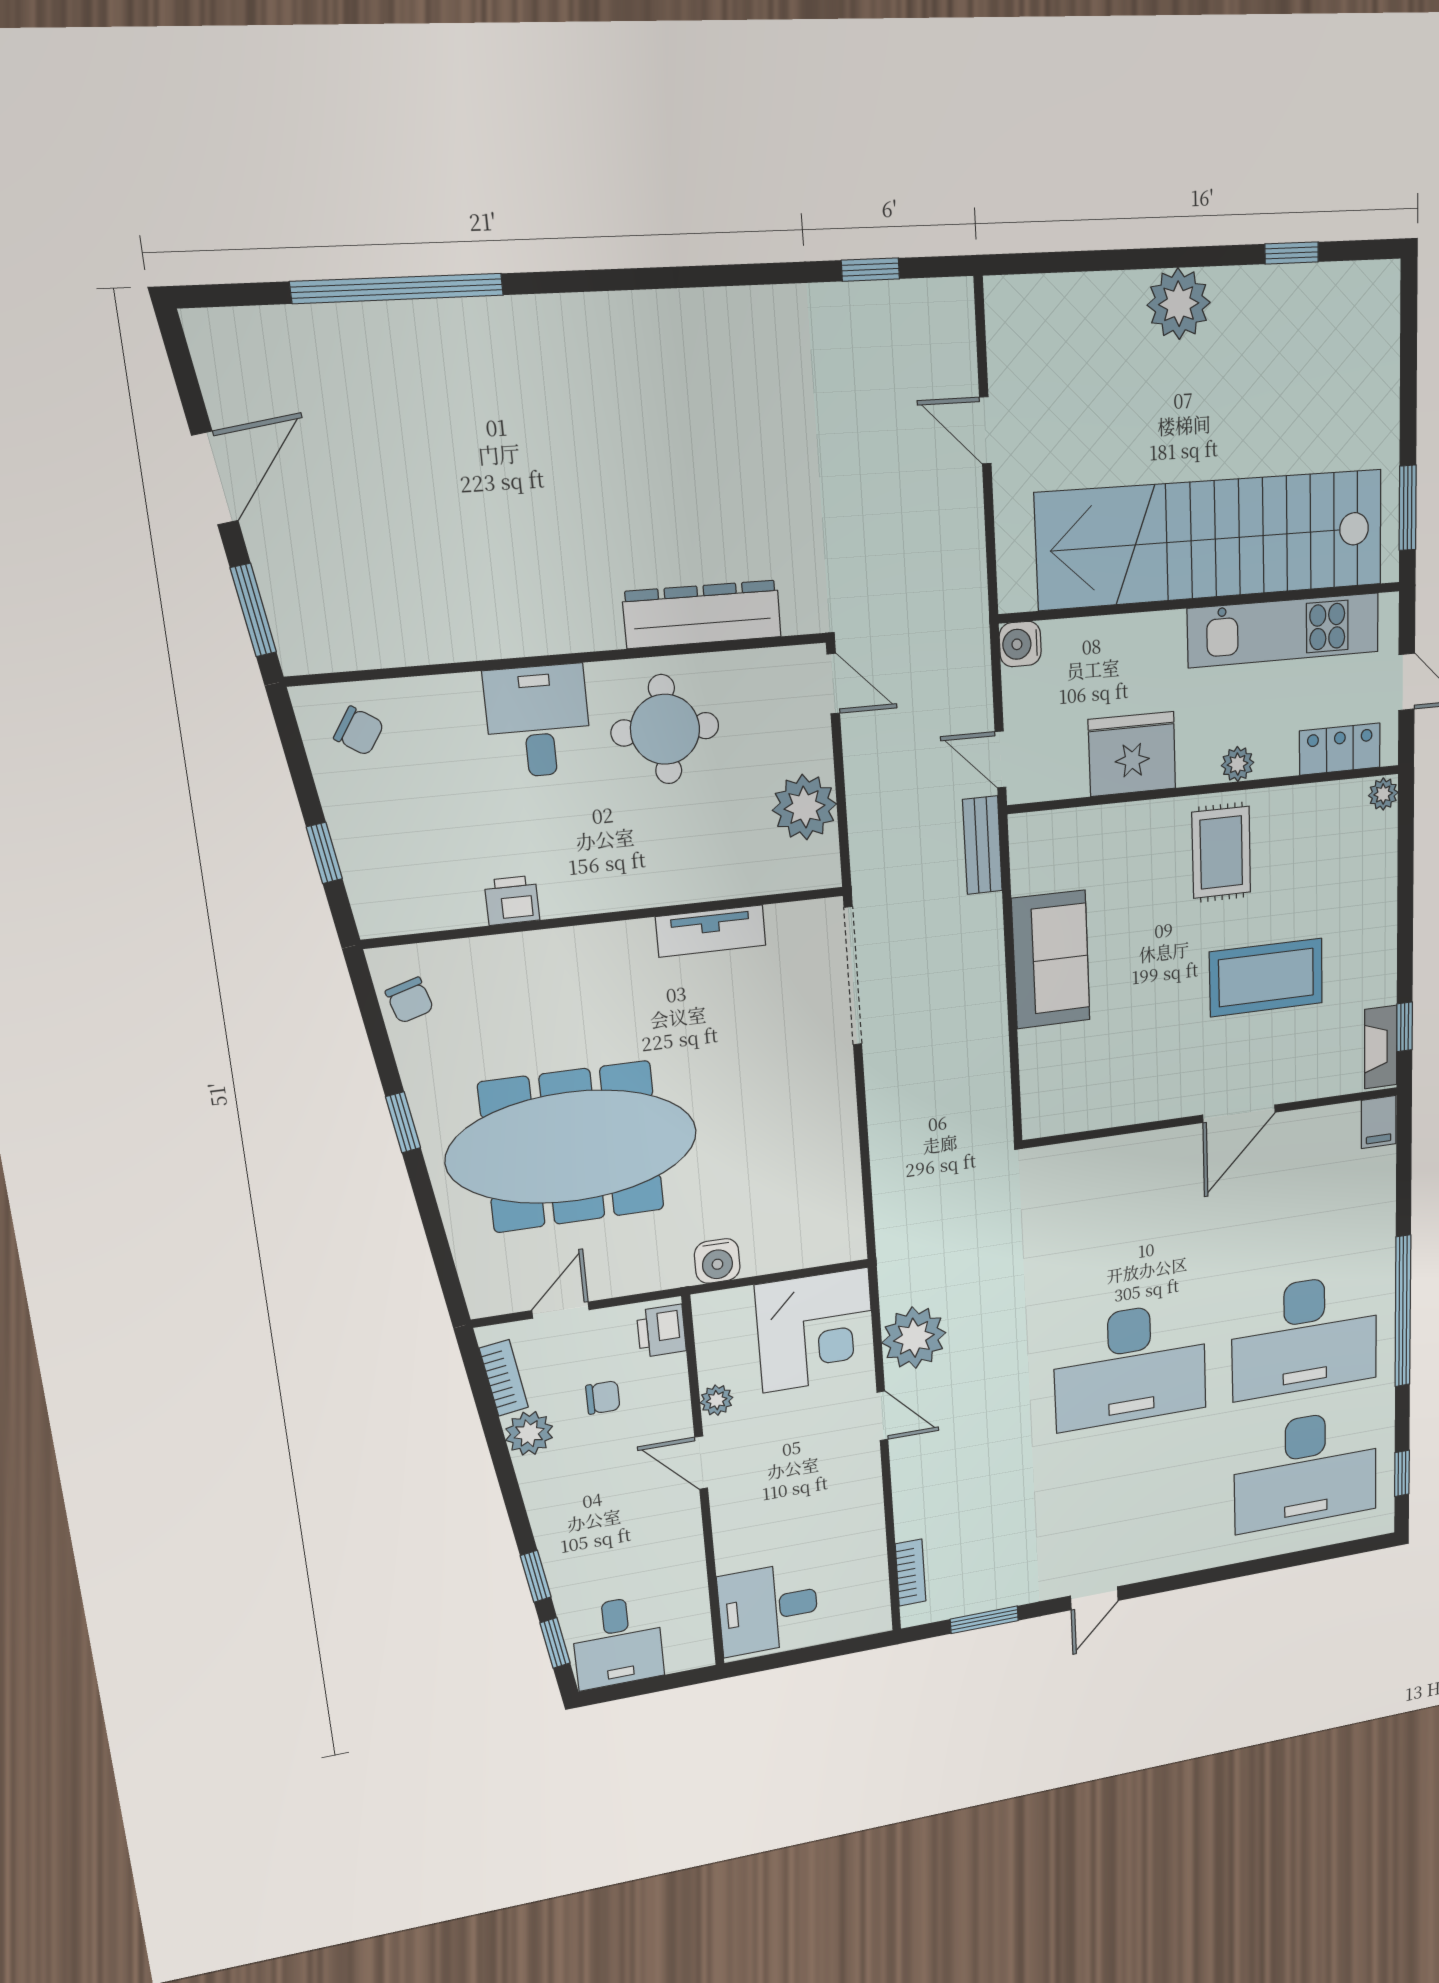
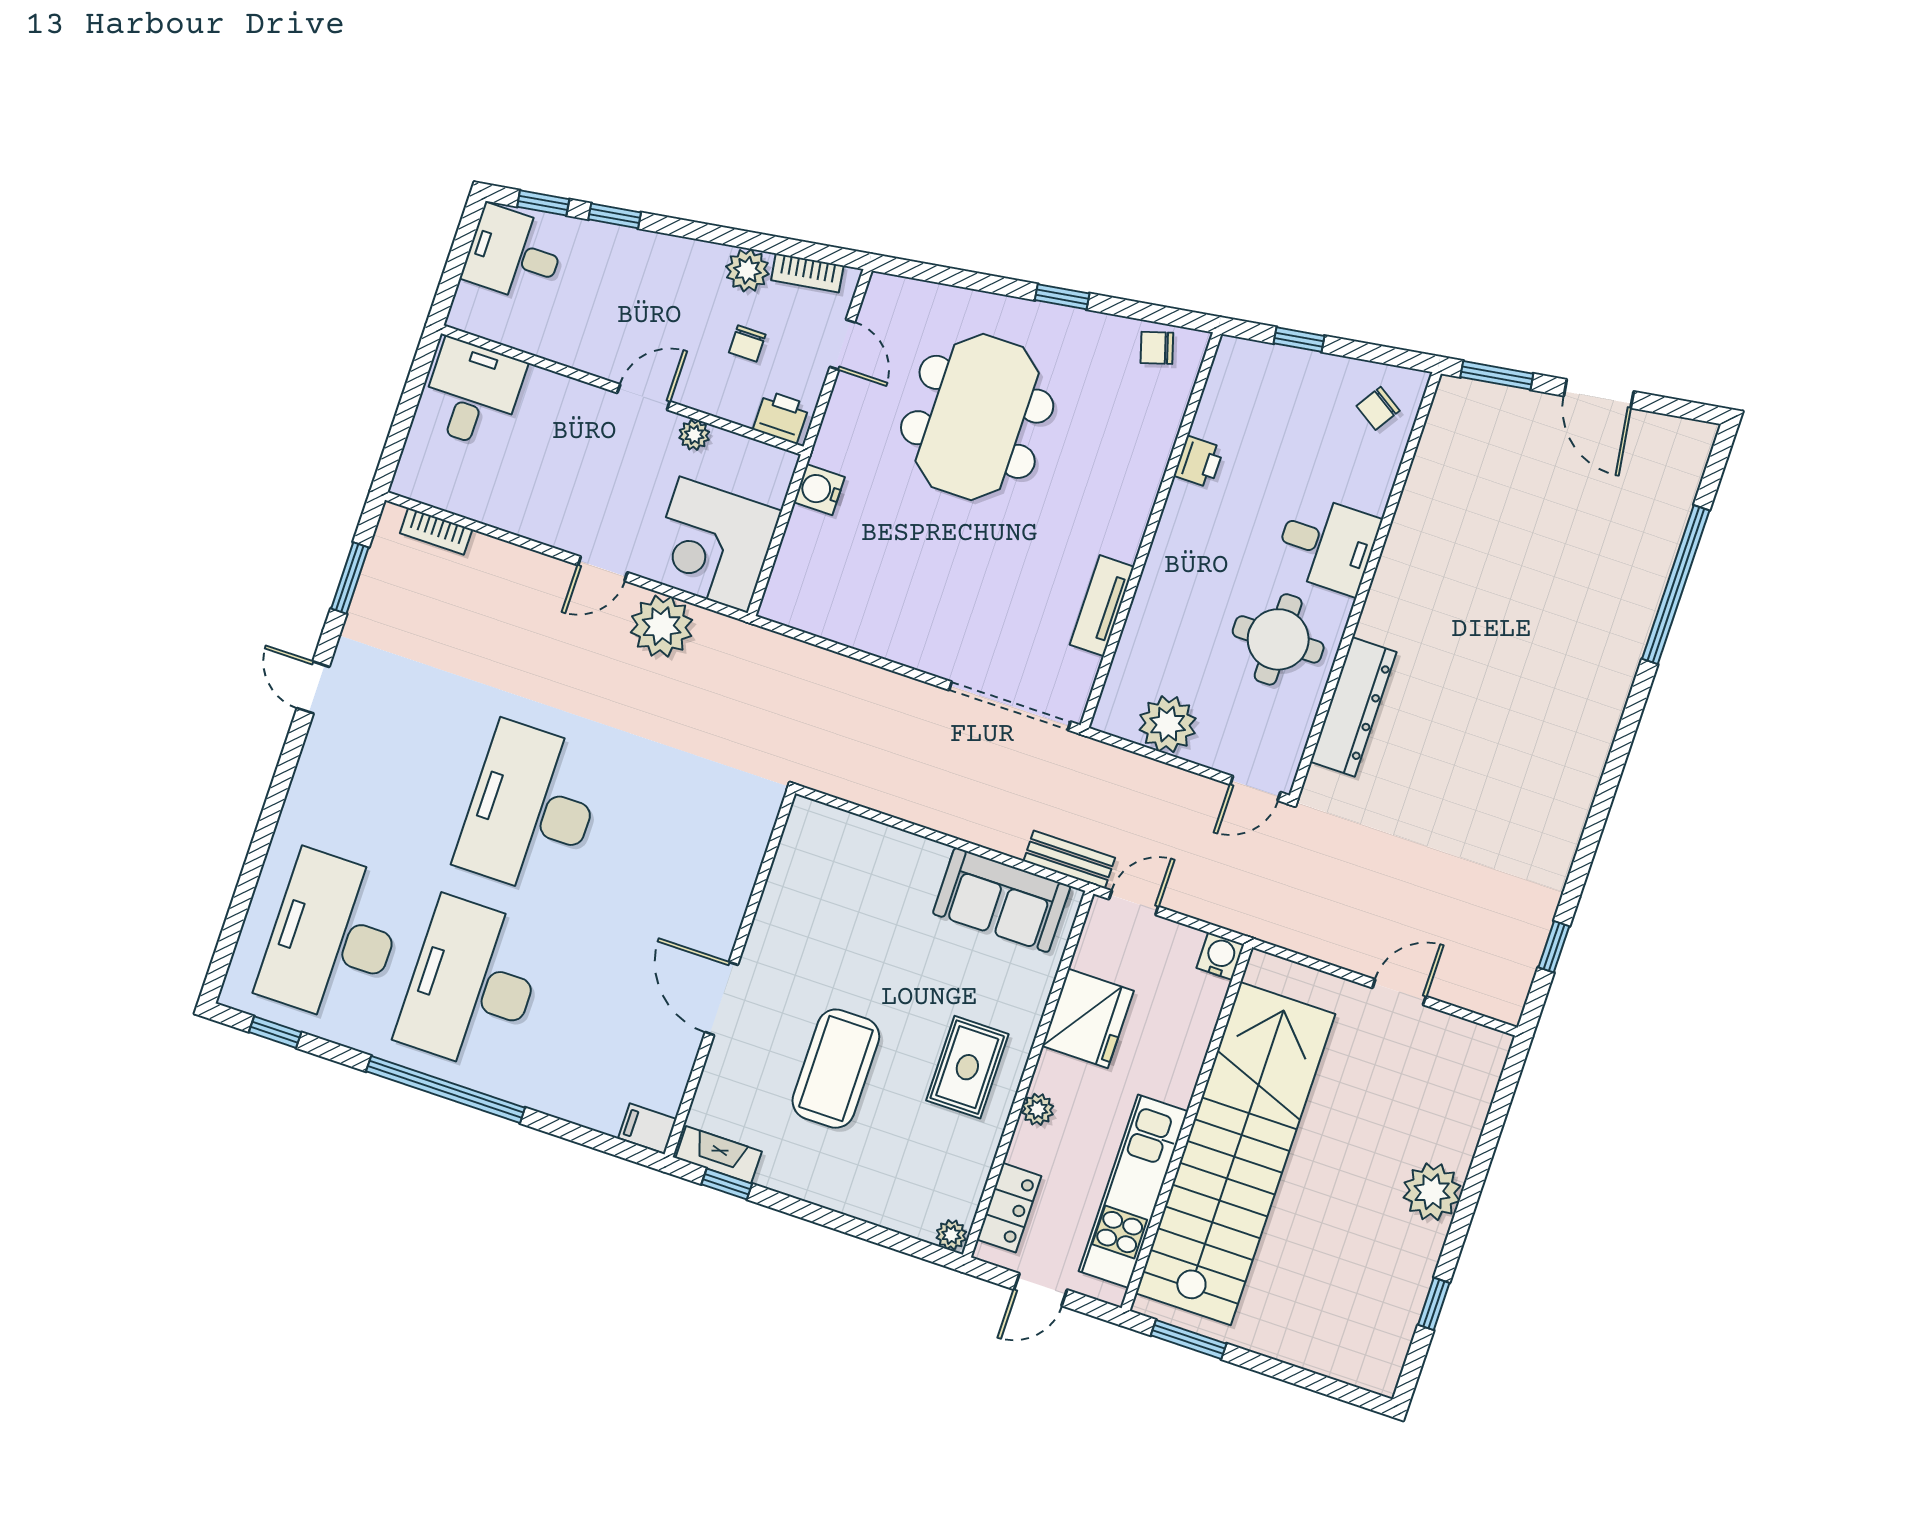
rug: (1221, 852) -> (967, 1067), turned 90
sofa: (1051, 960) -> (1002, 900), moved
meeting table: (572, 1147) -> (977, 417), width x0.73

